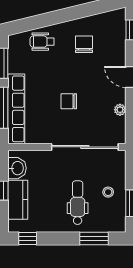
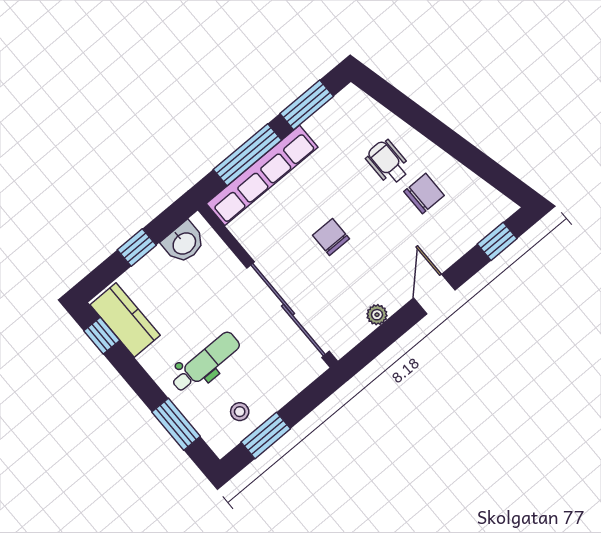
wheelchair: (42, 42) -> (388, 162), moved
stool: (108, 192) -> (240, 412), moved
kitchen counter: (18, 200) -> (125, 320), moved, turned -90

